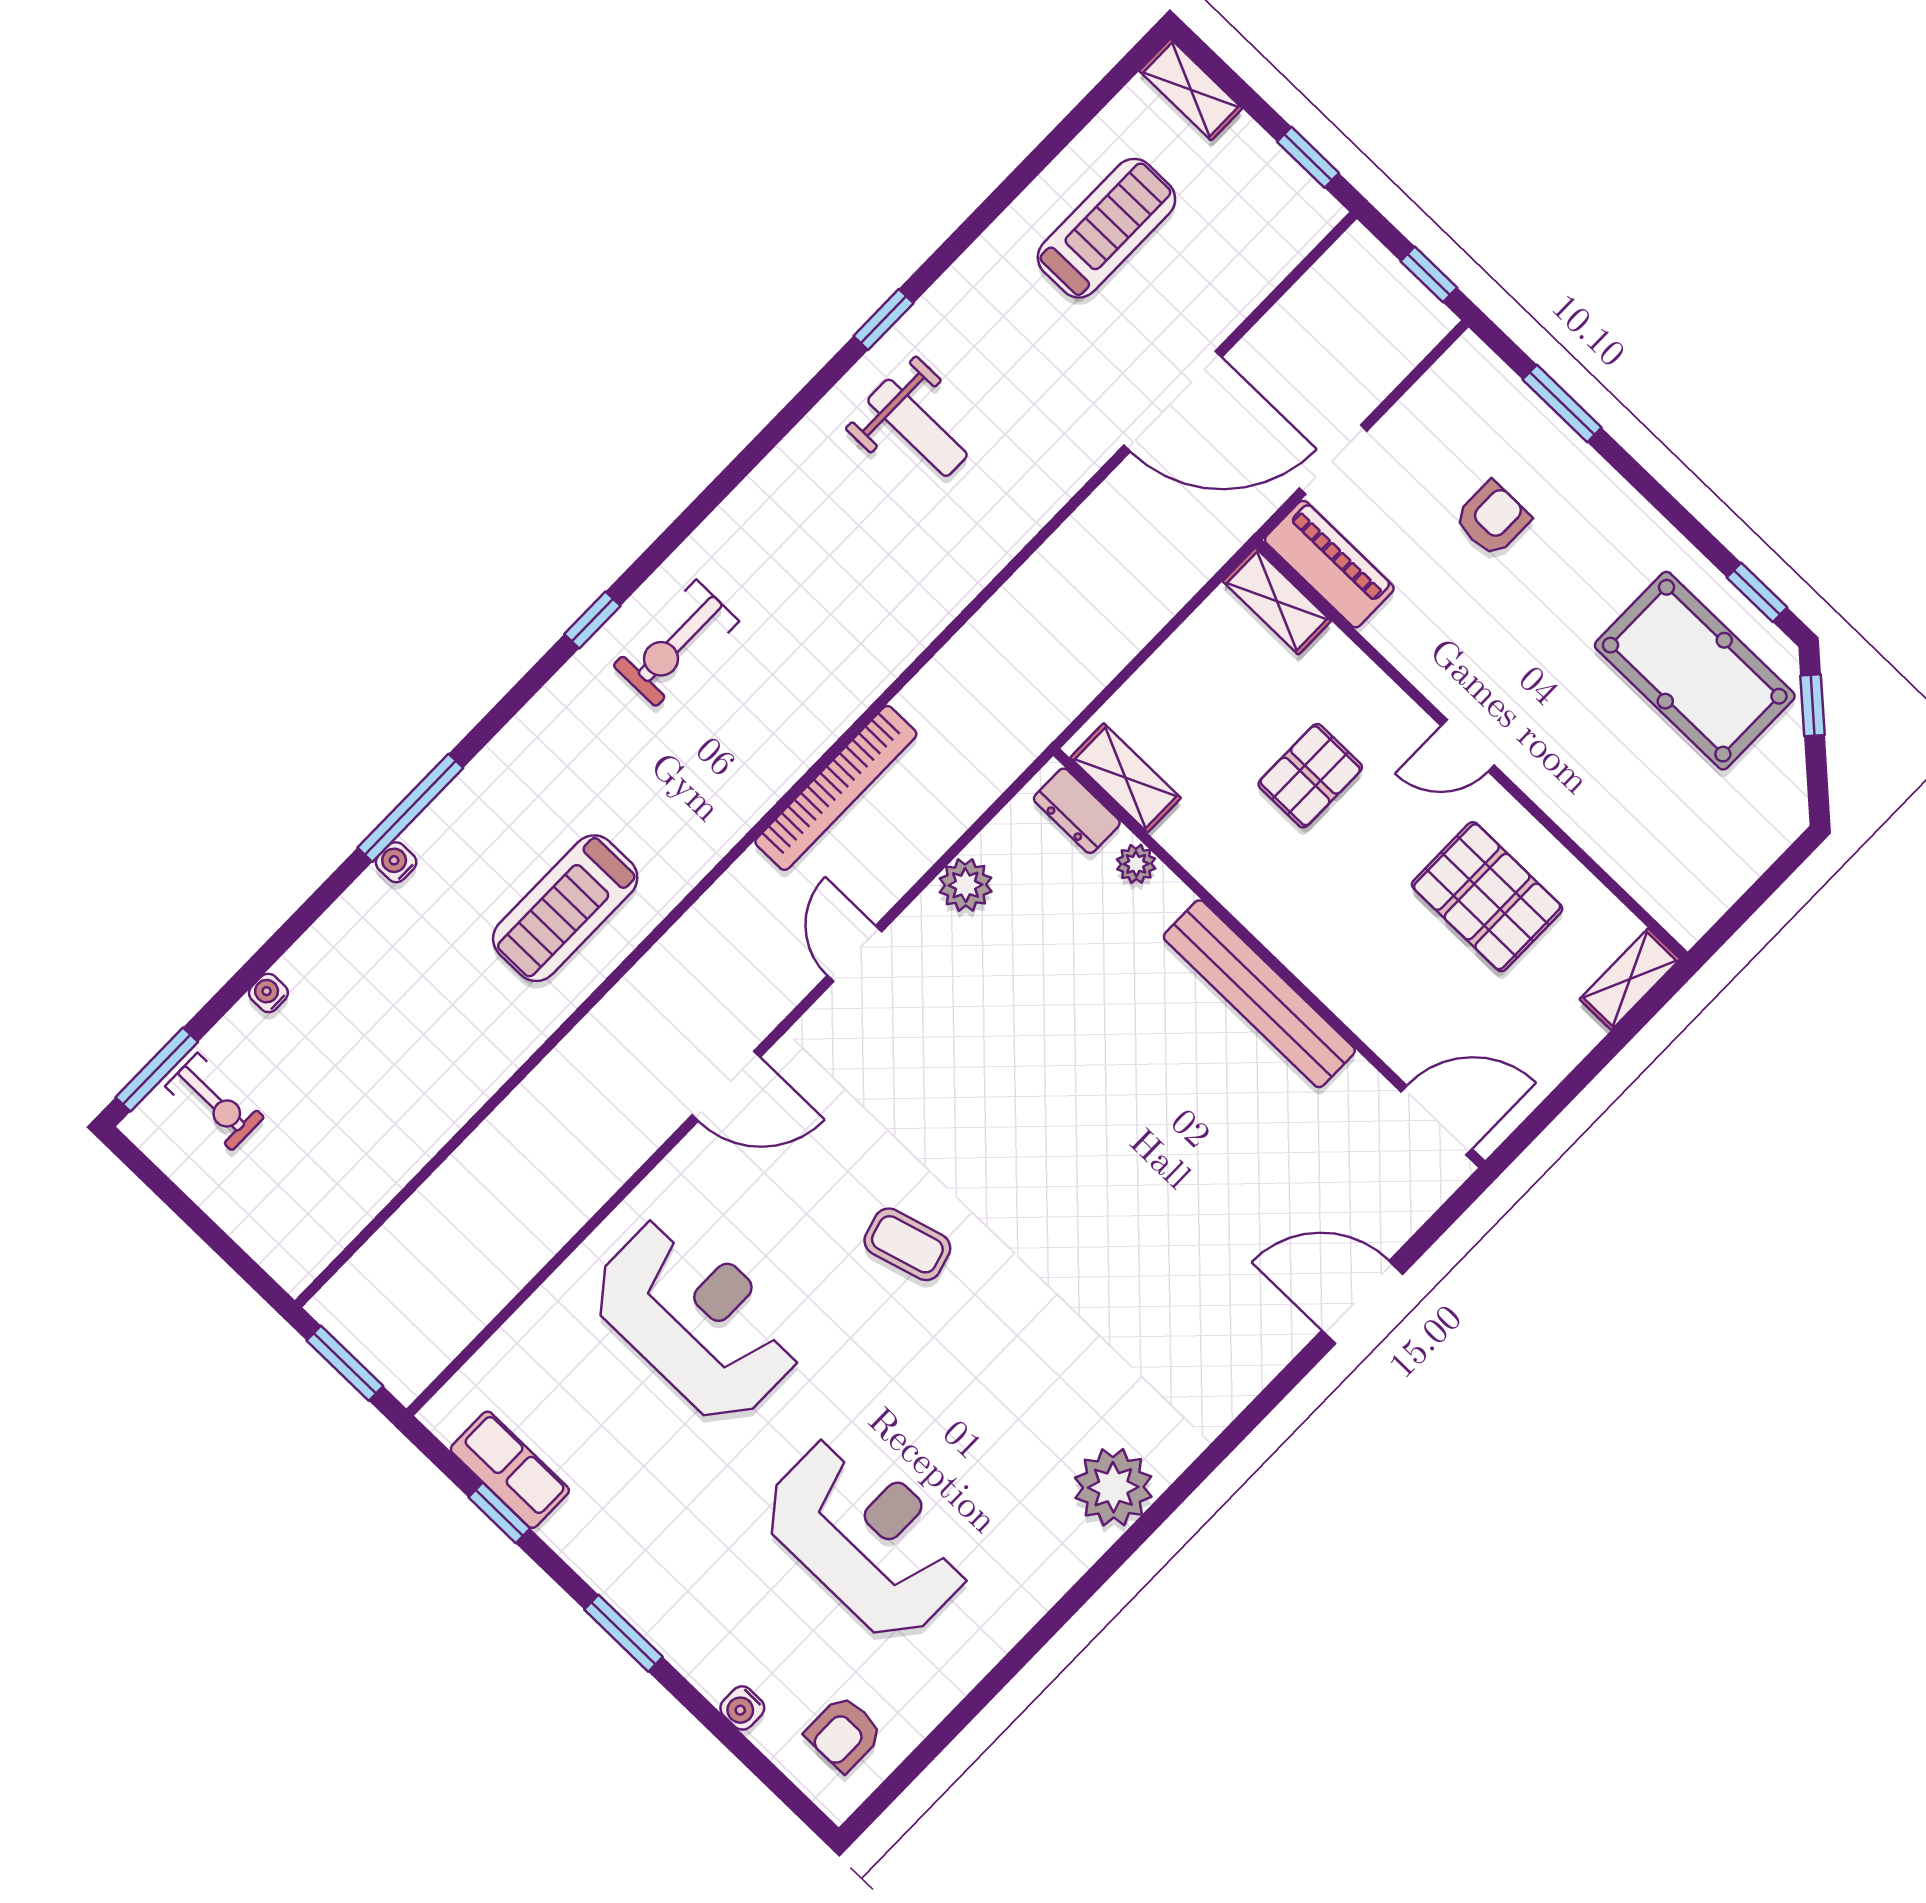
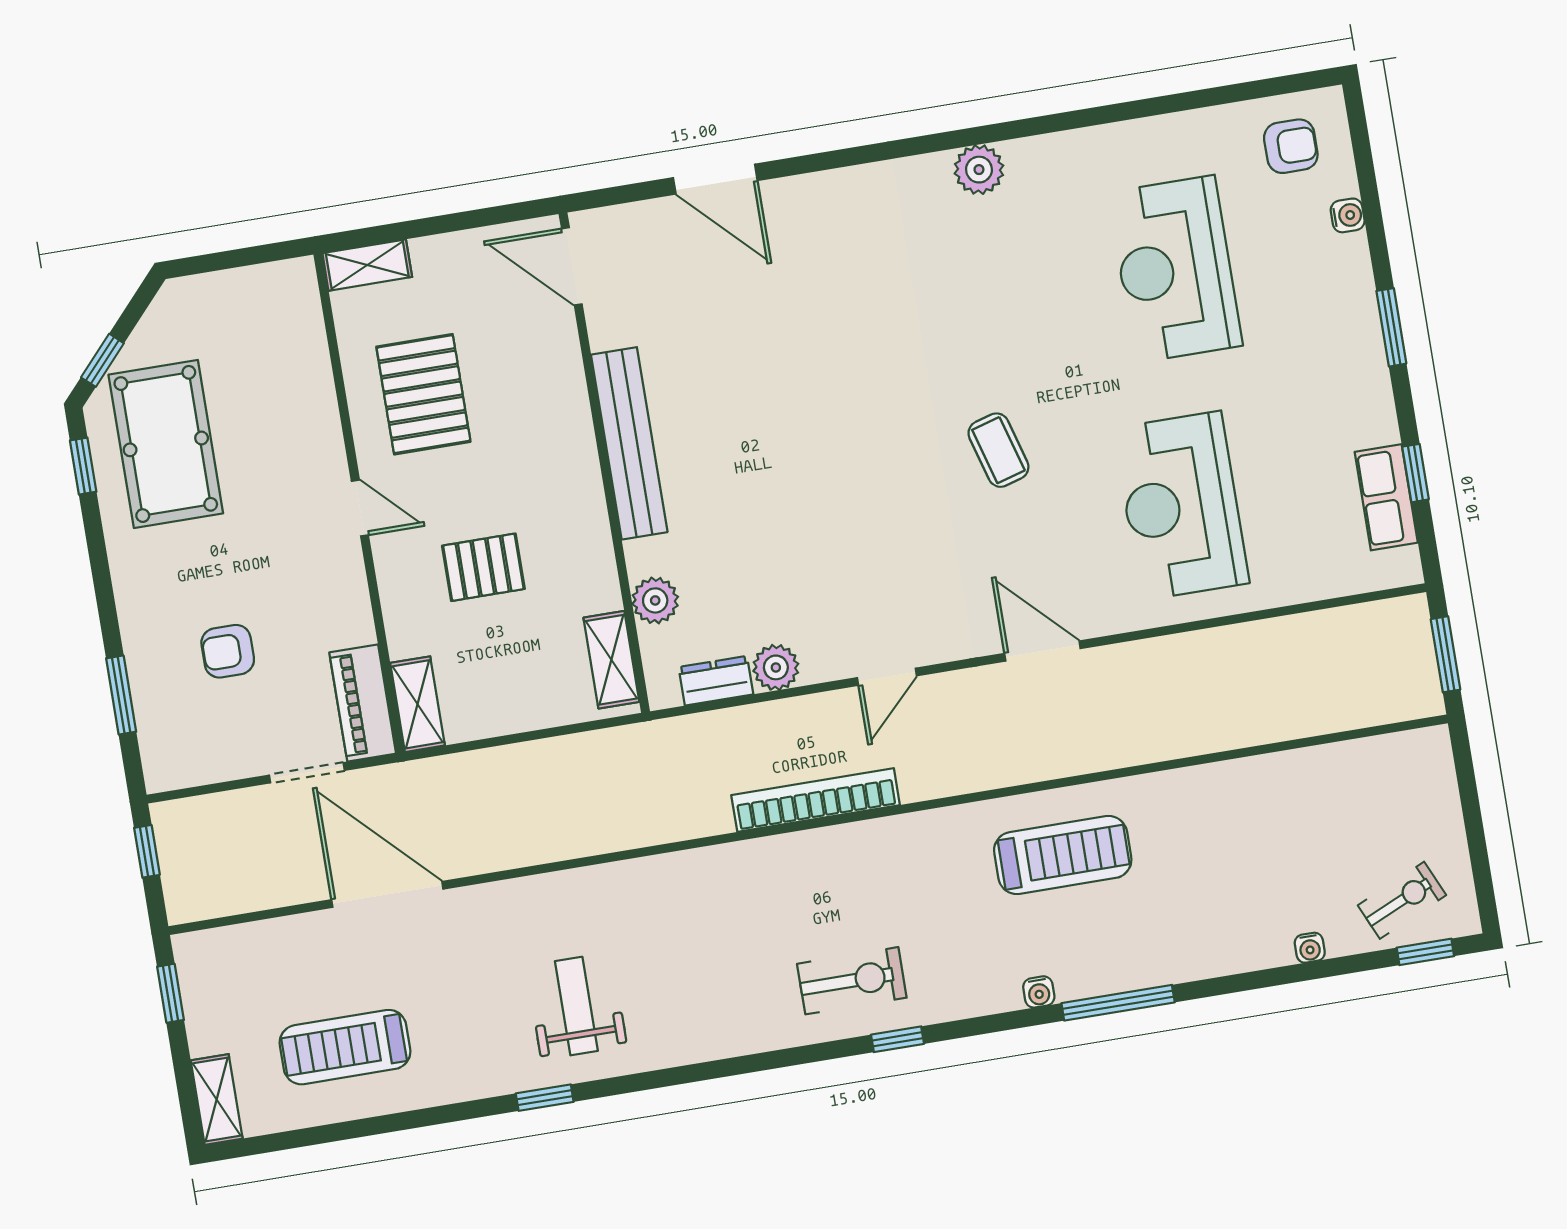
dresser: (1077, 811) -> (716, 681), moved, turned -90
water cooler: (396, 862) -> (1039, 992), moved
plant: (1136, 864) -> (655, 600), width x1.38, depth x1.38
window: (157, 1070) -> (1425, 952), width x0.67
exercise bike: (215, 1102) -> (1402, 900), turned 66
plant: (1113, 1487) -> (979, 170), width x0.73, depth x0.73

